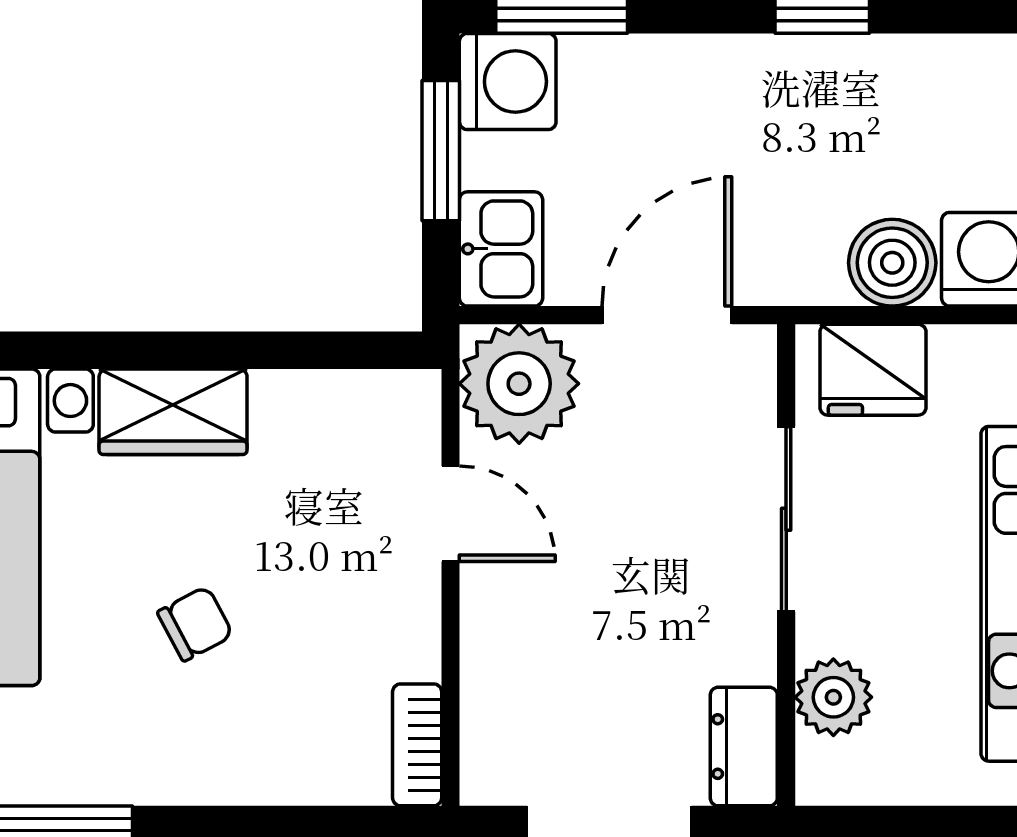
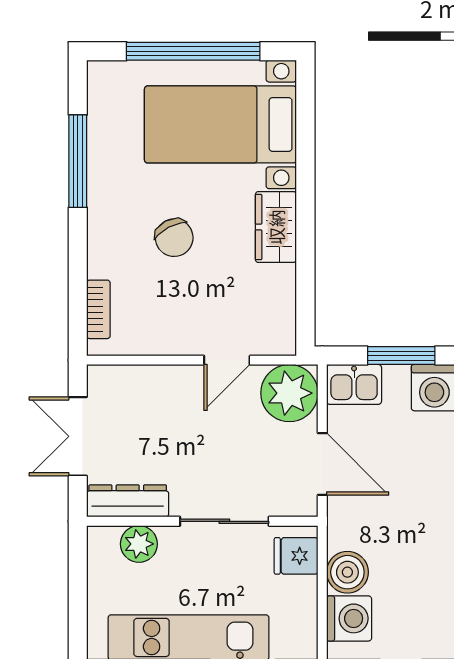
fridge: (873, 370) -> (296, 556), width x0.72
chair: (195, 624) -> (174, 238), width x1.37, depth x1.37
bookcase: (417, 745) -> (98, 309), moved, turned 90
dresser: (744, 747) -> (128, 501), width x1.44

